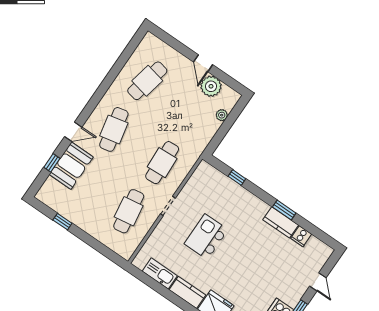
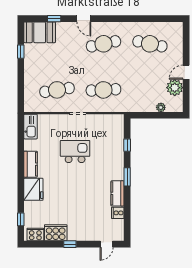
booth: (71, 166) -> (40, 32), moved
window: (284, 210) -> (127, 177), moved
kitchen sink: (160, 273) -> (31, 127), moved
door: (318, 282) -> (106, 244), moved

